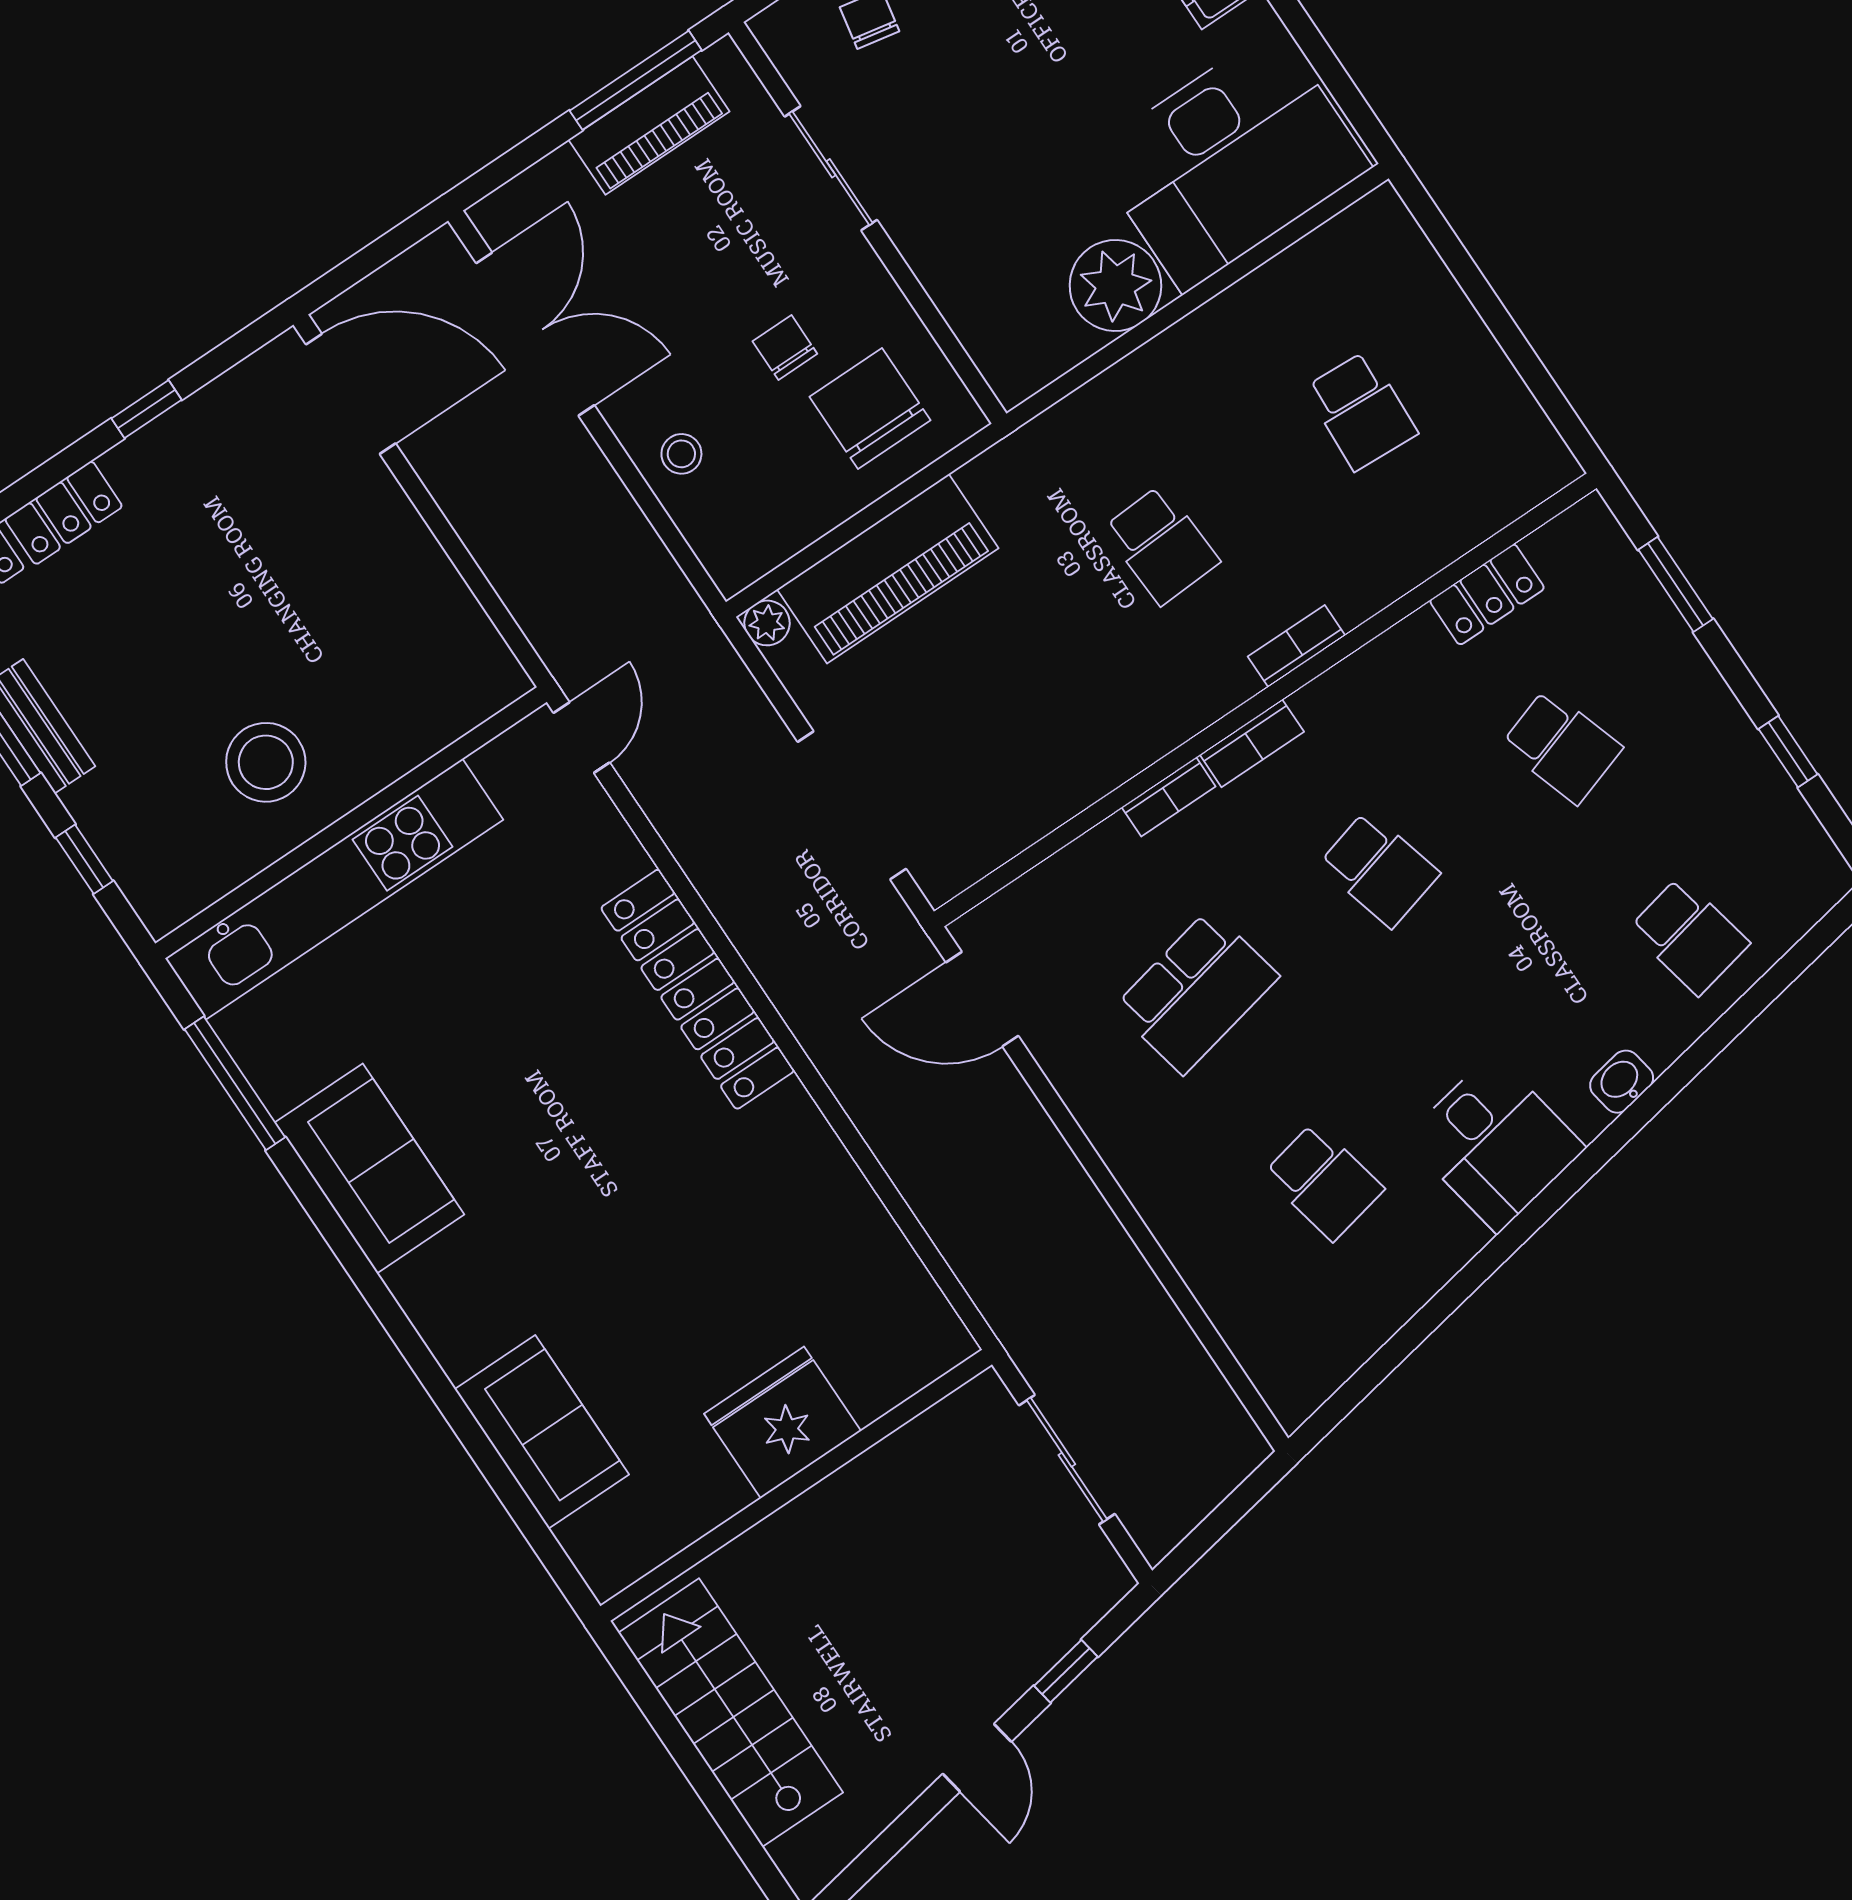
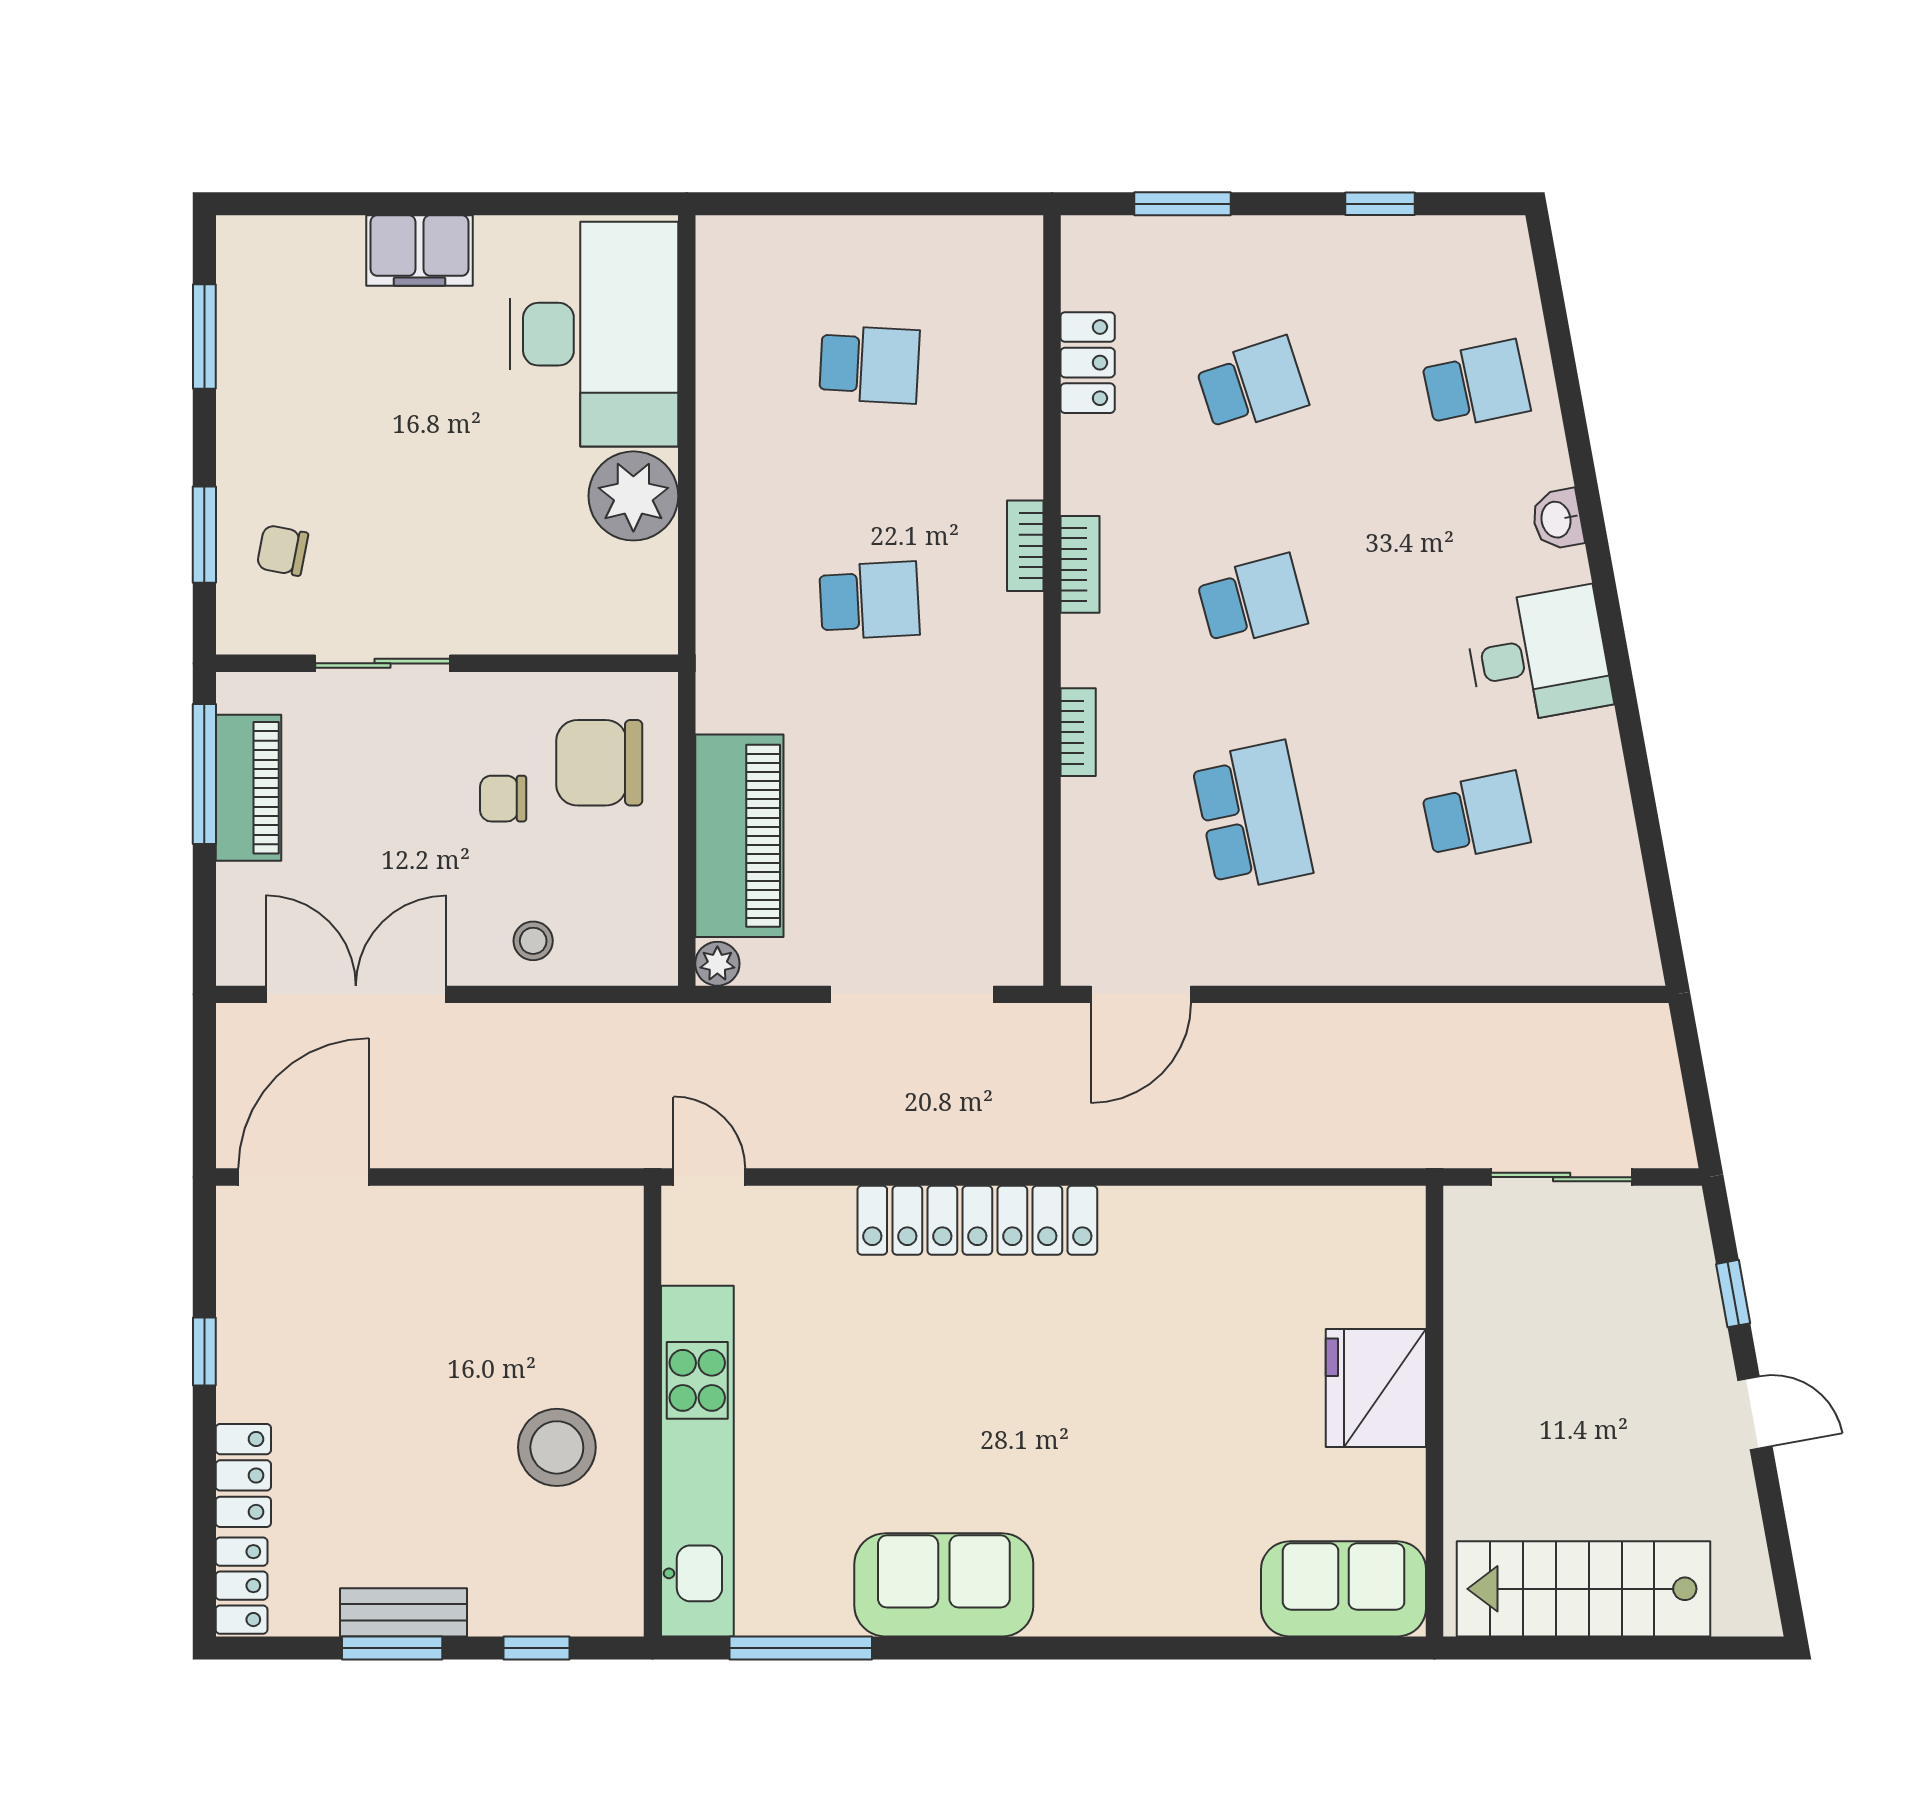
bookcase: (1252, 743) -> (1080, 564), moved
sofa: (542, 1432) -> (1344, 1589), moved

